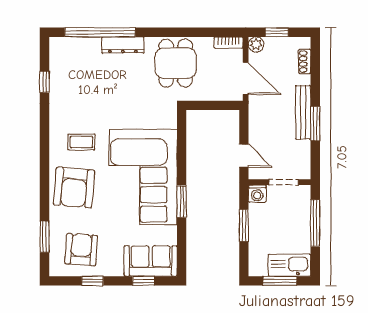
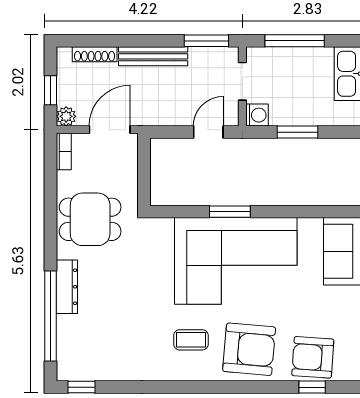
shoe rack: (305, 61) -> (95, 54), width x1.43
window: (45, 82) -> (81, 387), moved
window: (315, 123) -> (206, 41), moved
coffee table: (81, 142) -> (191, 340), turned 90
window: (182, 201) -> (230, 212), moved
window: (45, 237) -> (312, 387), width x0.67
armchair: (81, 250) -> (313, 357), moved

